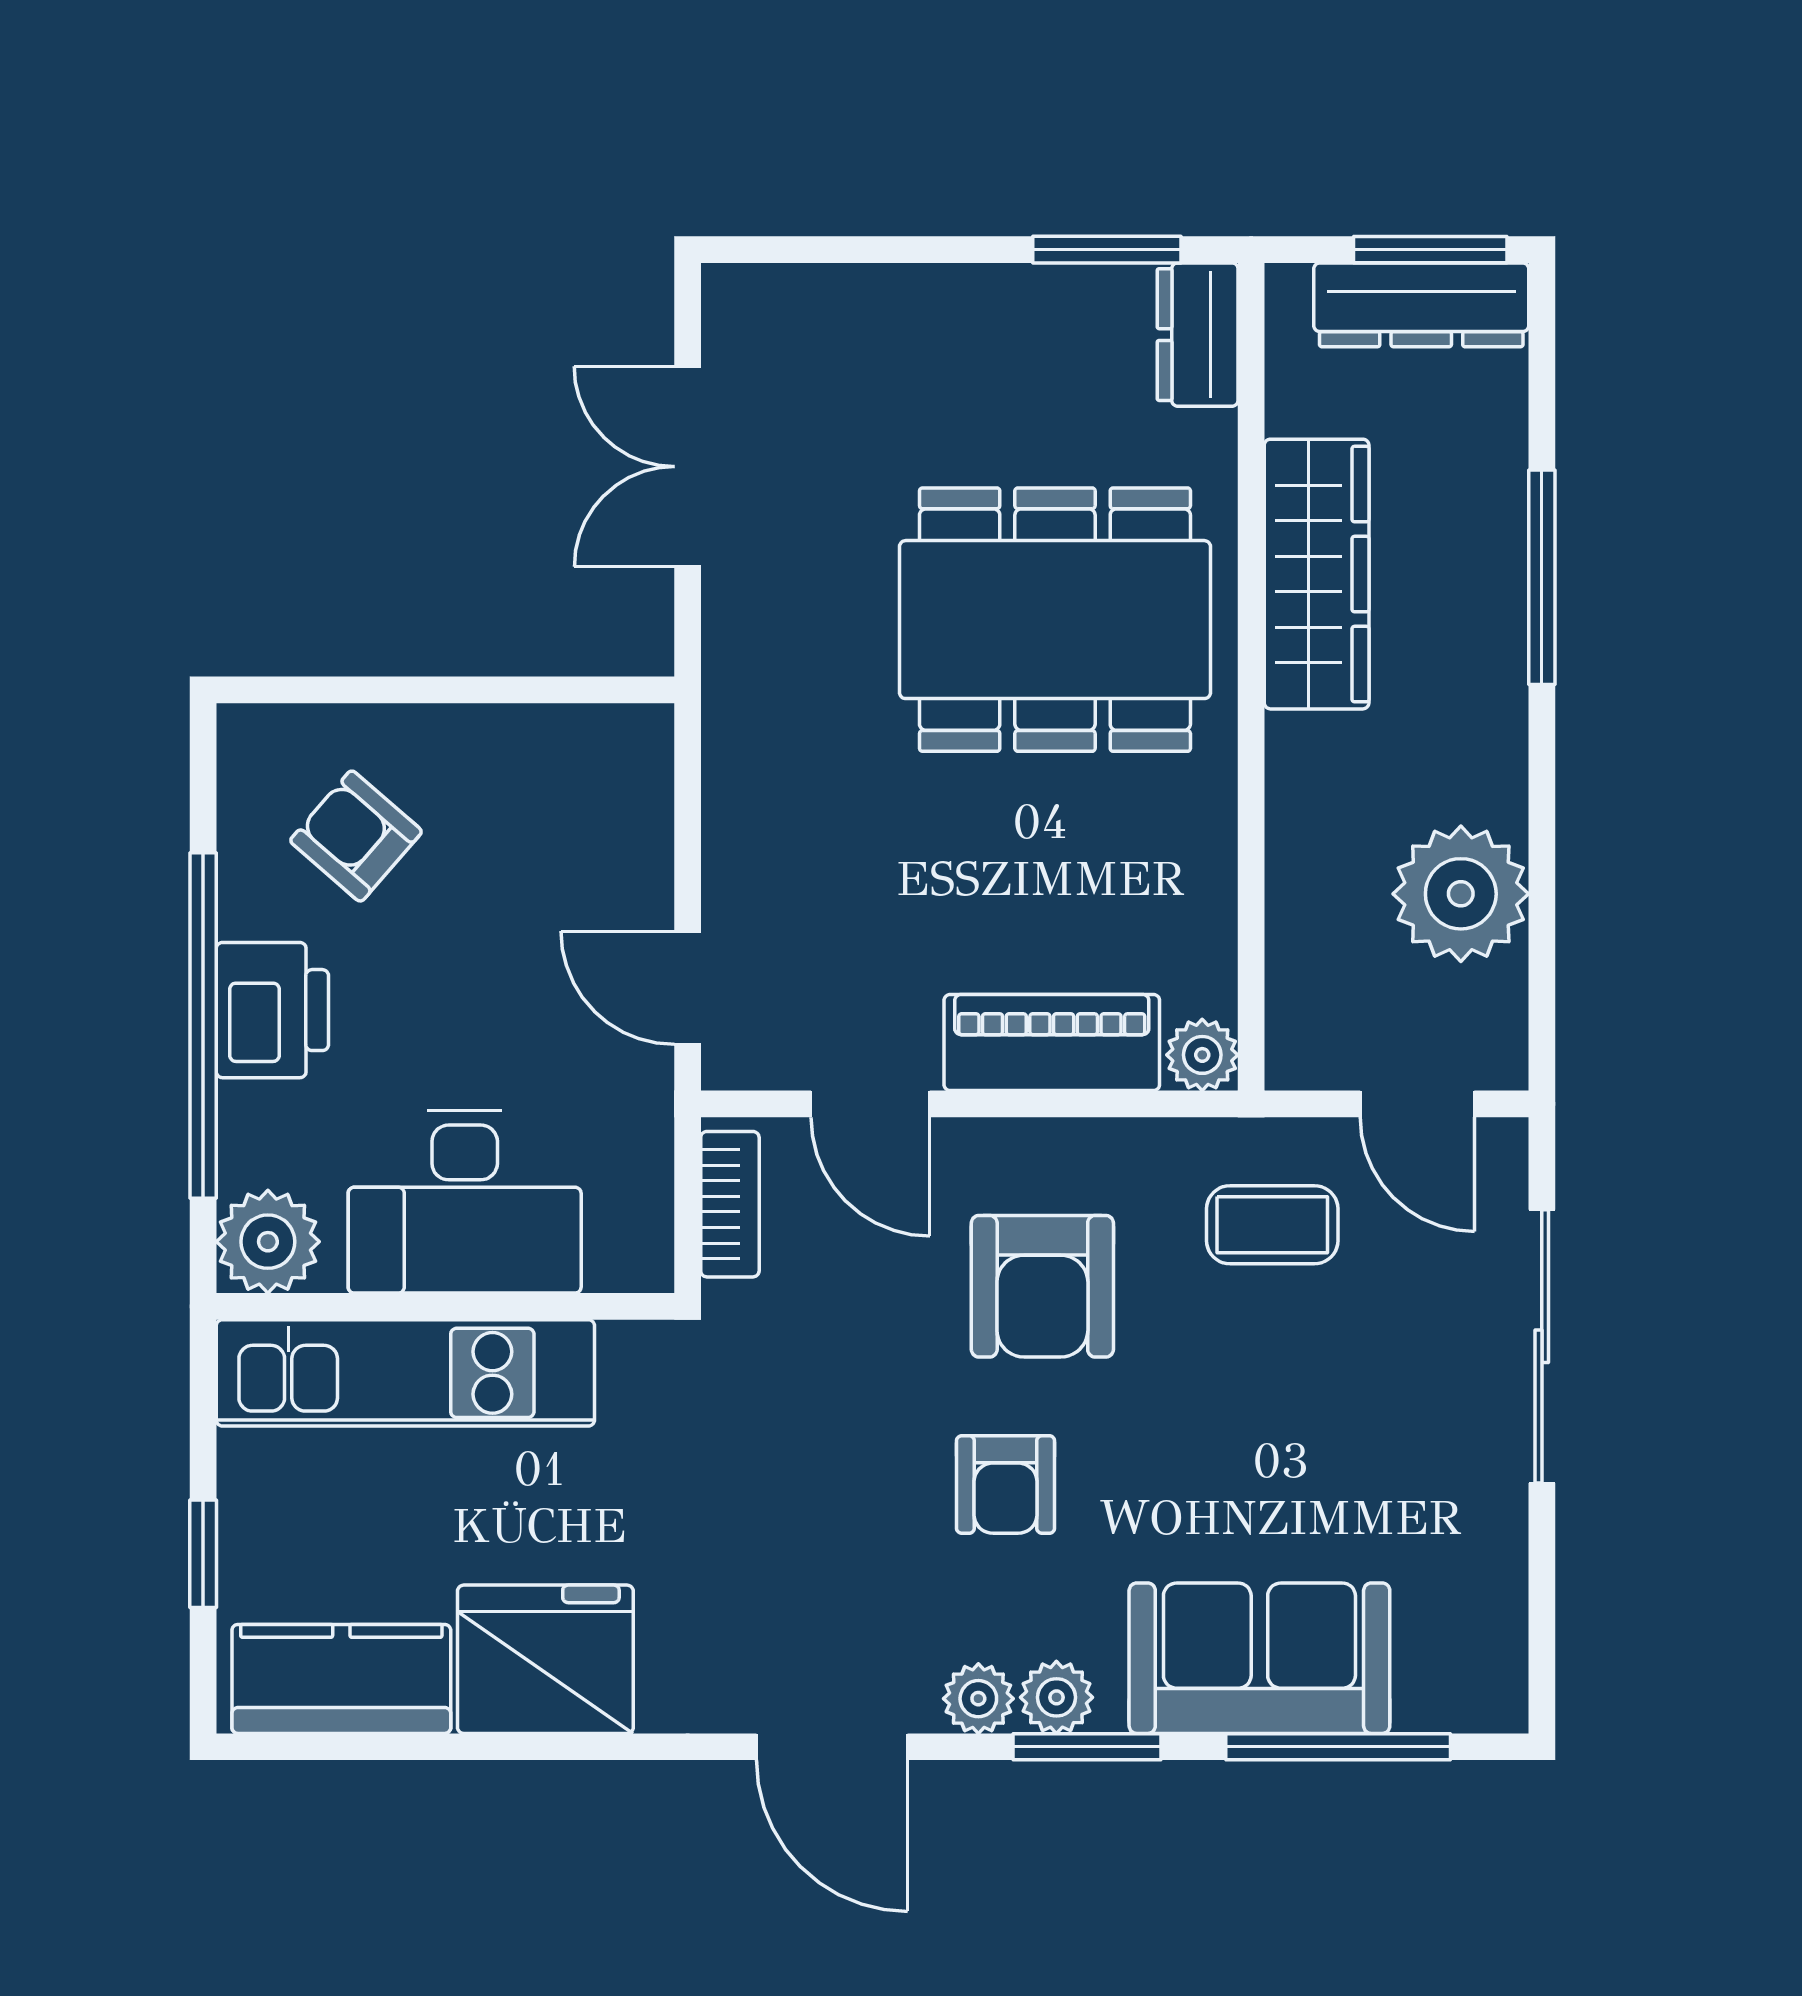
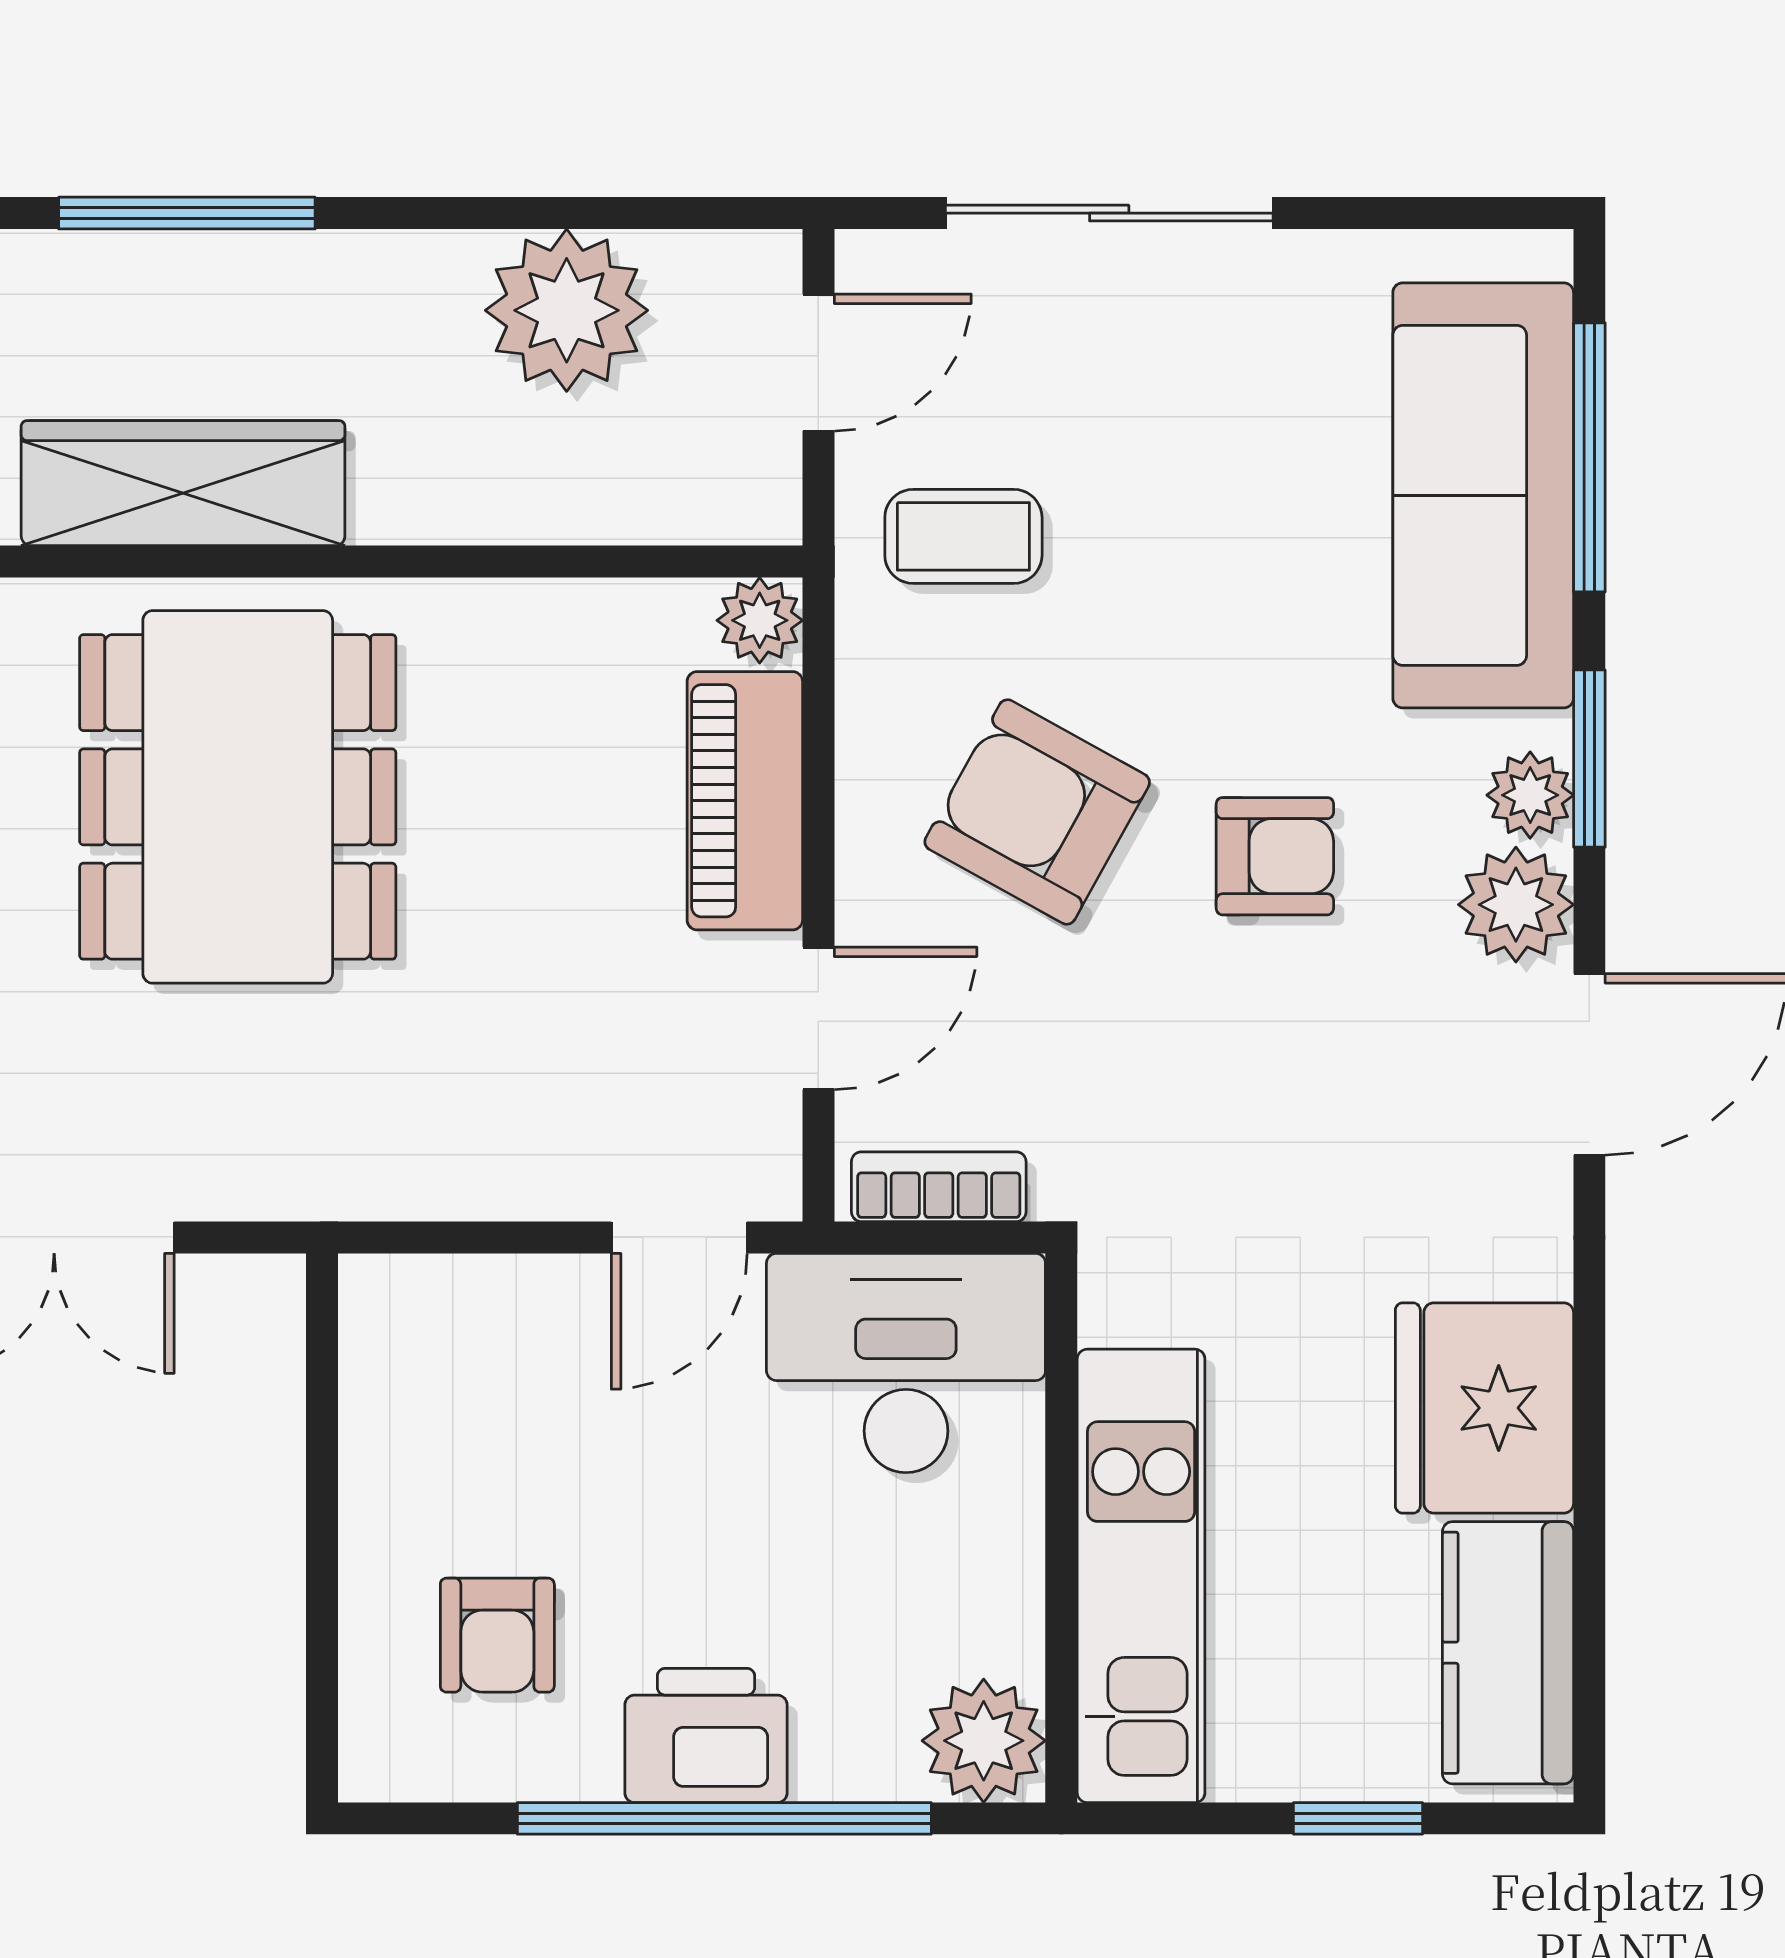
armchair: (356, 836) -> (497, 1635), turned -41
desk: (465, 1202) -> (906, 1363), moved, turned -90
coffee table: (1272, 1225) -> (963, 536), turned 90
armchair: (1042, 1286) -> (1037, 812), turned -151
sofa: (1259, 1658) -> (1483, 495), width x1.36
plant: (978, 1699) -> (1516, 905), width x1.38, depth x1.38

